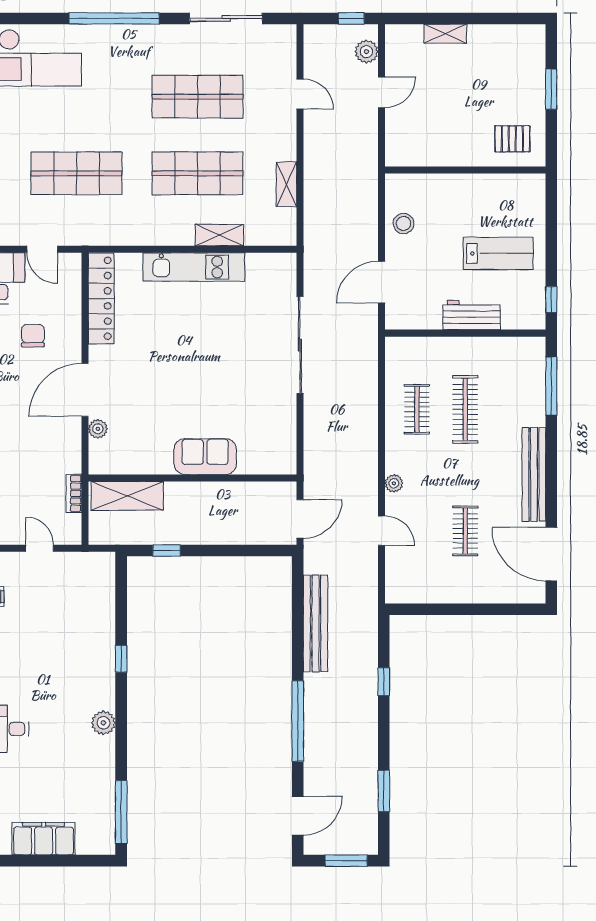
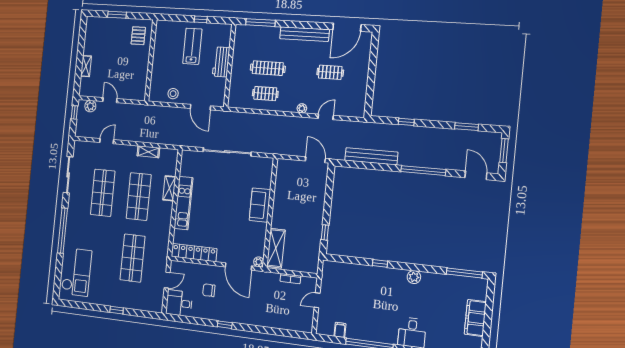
window: (551, 300) -> (201, 19), moved
sofa: (205, 457) -> (260, 205), moved
wall: (192, 478) -> (270, 213), moved
shelving: (127, 496) -> (276, 248), moved

